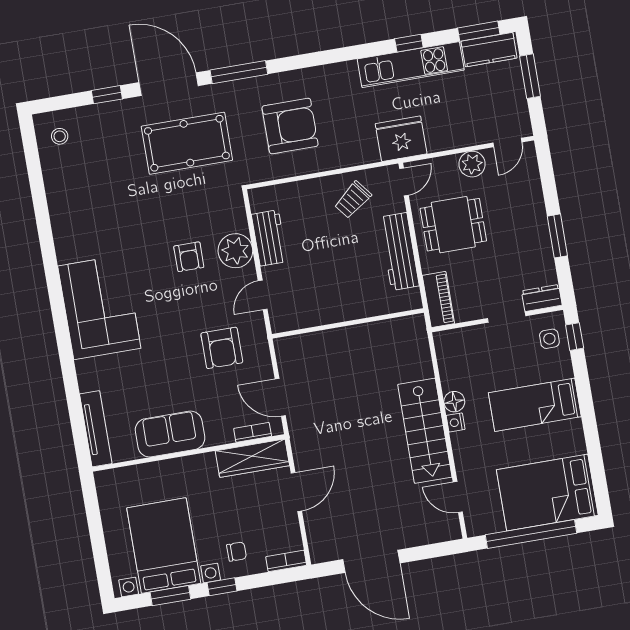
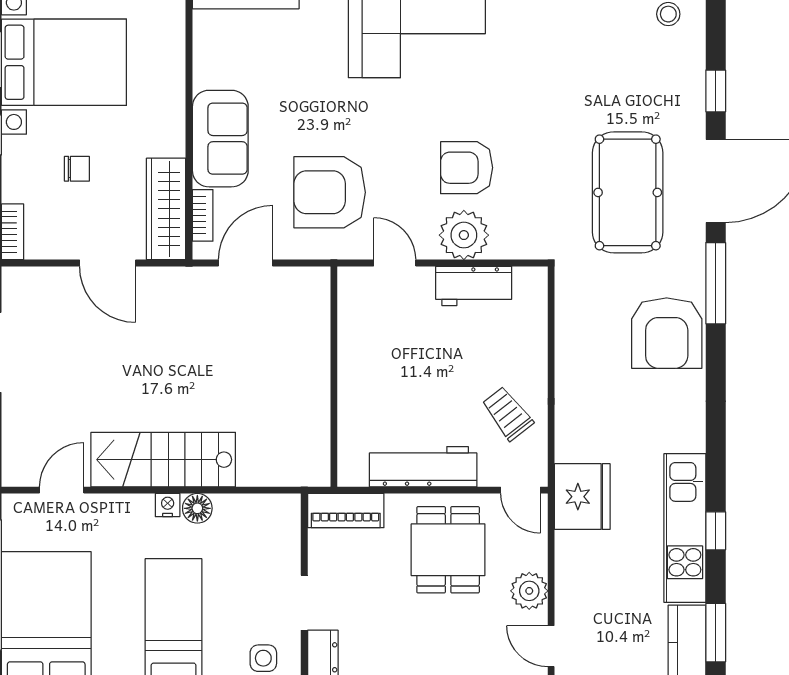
armchair: (290, 126) -> (667, 333), moved
armchair: (189, 257) -> (467, 168), width x1.38, depth x1.38
armchair: (222, 348) -> (330, 192), width x1.36, depth x1.36
sofa: (170, 434) -> (220, 139), moved
chair: (236, 552) -> (77, 169), moved, turned -90

